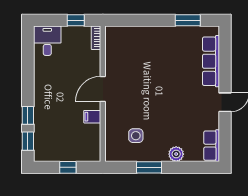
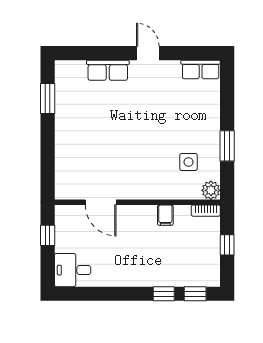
bookcase: (96, 38) -> (206, 211), moved
row of seats: (211, 61) -> (108, 70), width x0.68
door: (103, 89) -> (101, 202), moved
plant: (176, 154) -> (211, 190), moved

